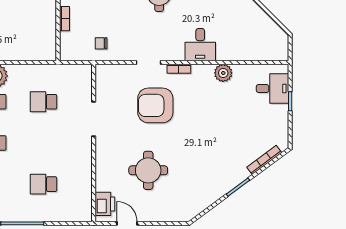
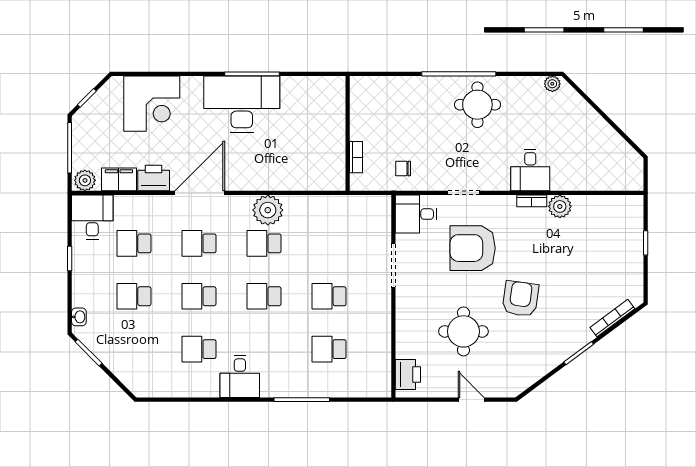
bookcase: (64, 19) -> (356, 157), moved
bookcase: (179, 69) -> (532, 201), moved
desk: (273, 89) -> (416, 214), moved, turned 180
school desk: (43, 102) -> (329, 296), moved
armchair: (193, 145) -> (520, 299), added
door: (127, 223) -> (471, 400), moved

